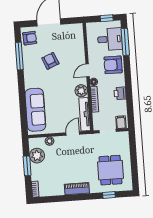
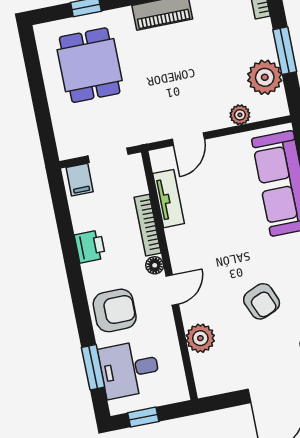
window: (125, 42) -> (93, 367), width x0.69
plant: (81, 91) -> (200, 338), moved
tv unit: (85, 114) -> (169, 199), width x0.71

